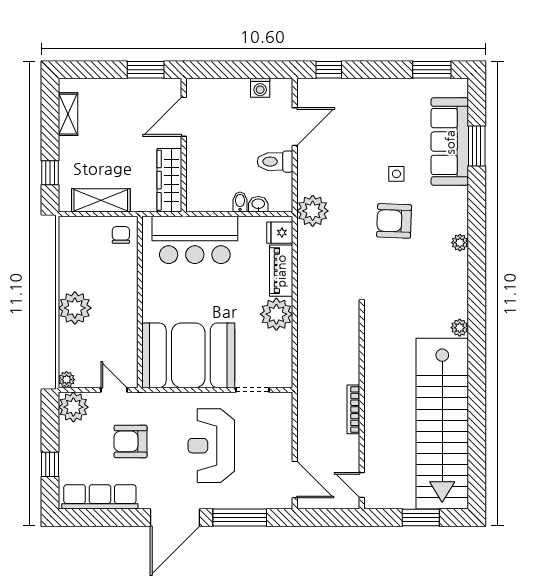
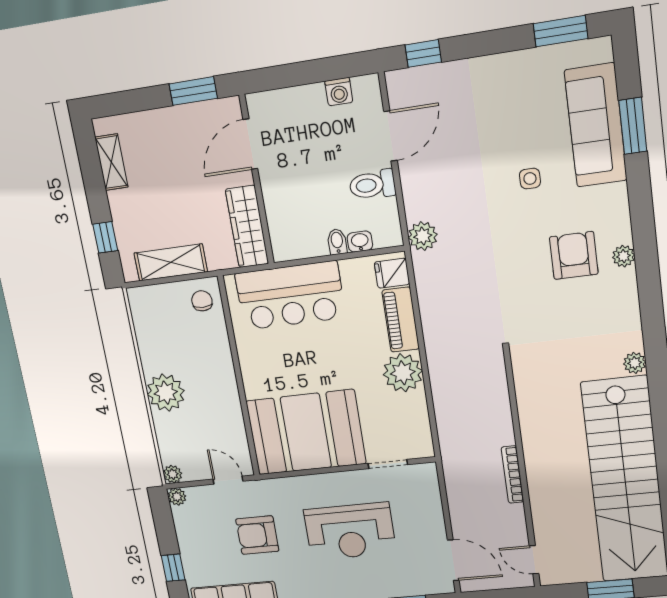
plant: (313, 211) -> (423, 236), width x0.73, depth x0.73
armchair: (394, 221) -> (574, 255), moved, turned 88
plant: (73, 407) -> (177, 497), width x0.53, depth x0.53
reception desk: (211, 446) -> (350, 531), turned -90

